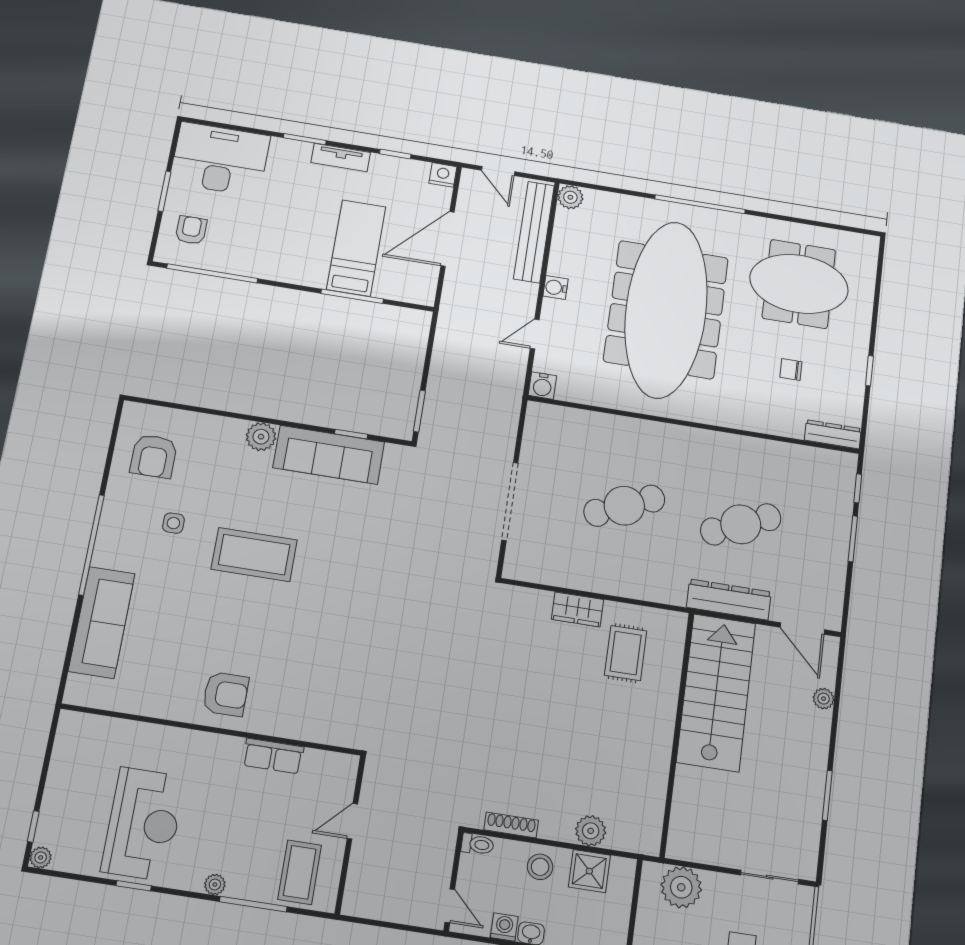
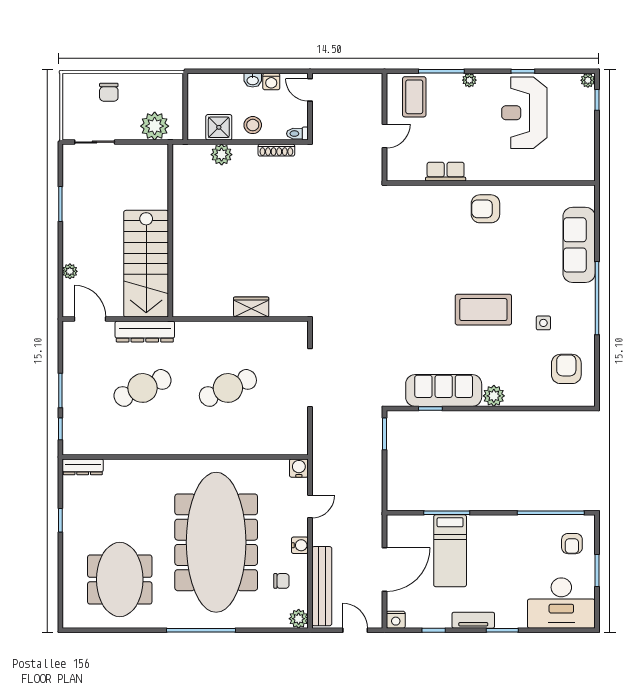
meeting table: (799, 284) -> (120, 580), turned 90
chair: (791, 370) -> (281, 581), moved
rug: (626, 653) -> (213, 281), removed

